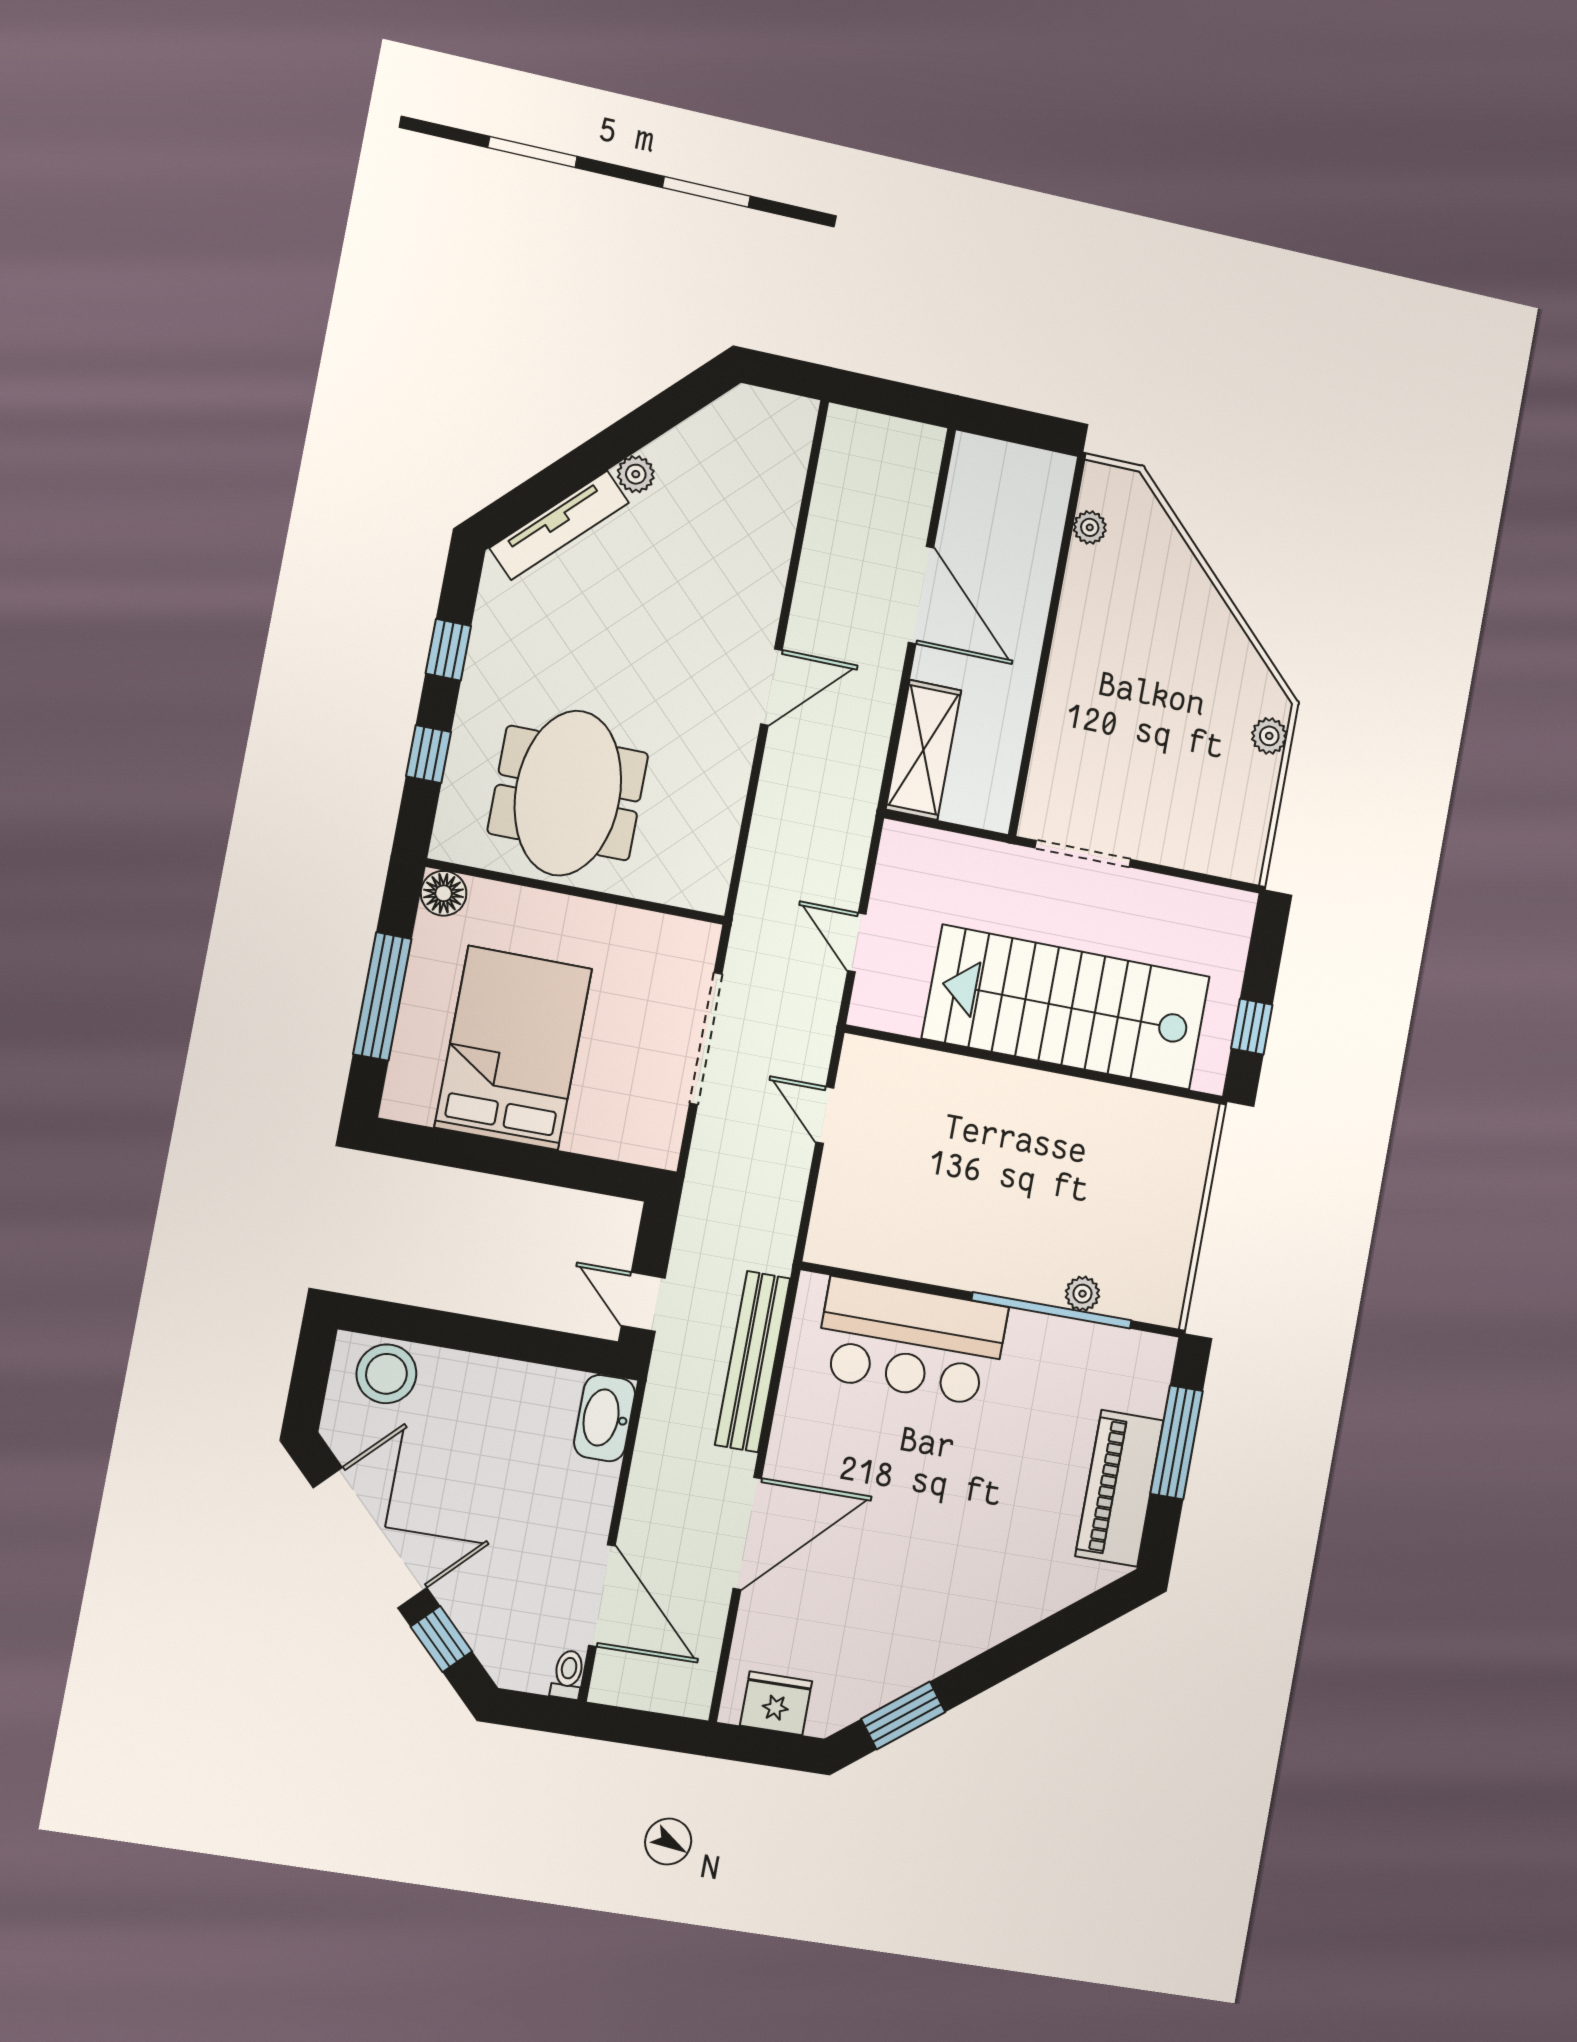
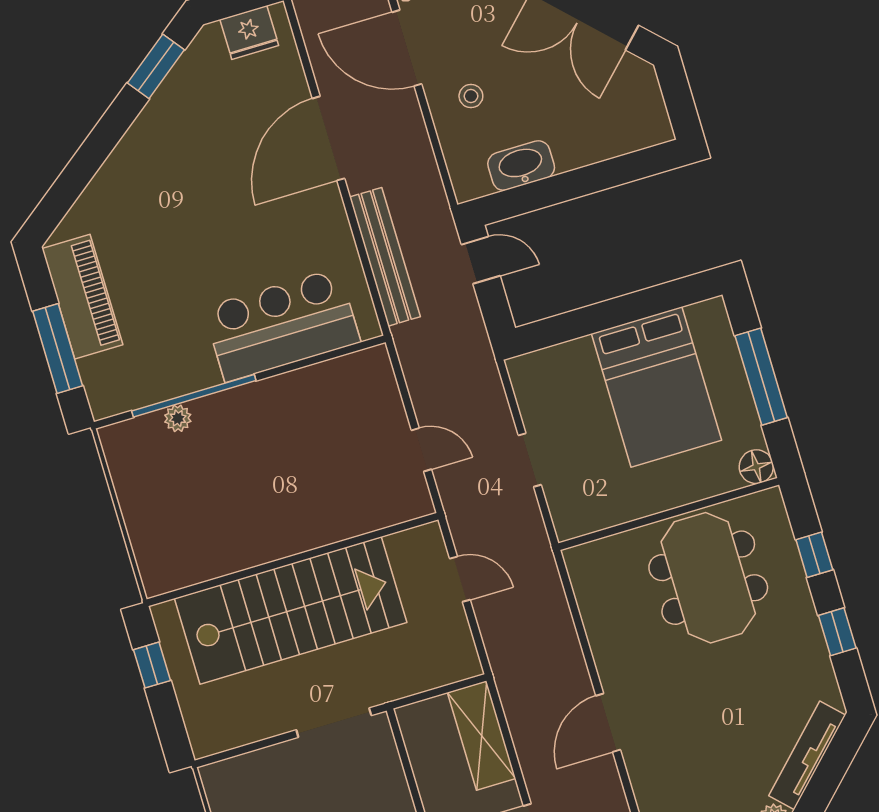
doorway: (706, 1039) -> (530, 460), width x0.53
stool: (386, 1374) -> (471, 96), moved, width x0.53, depth x0.53
washbasin: (605, 1418) -> (521, 166), moved, turned -90

